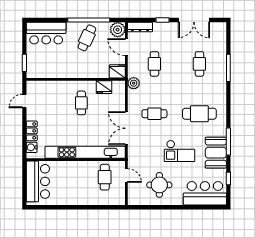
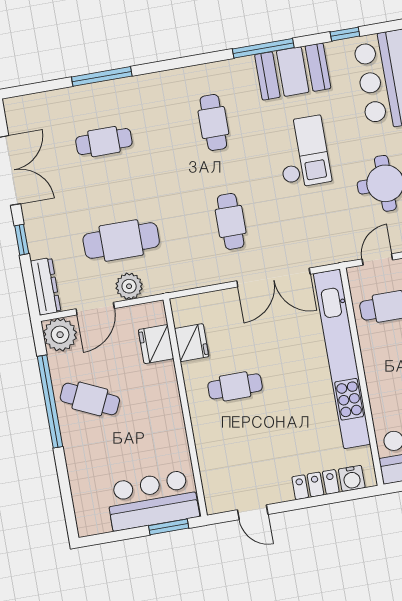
bar counter: (46, 33) -> (152, 500), moved, turned -90
cafe table: (154, 64) -> (121, 241), width x1.37, depth x1.35
fridge: (117, 71) -> (156, 344), moved
plant: (134, 83) -> (129, 286), moved
cafe table: (199, 114) -> (213, 122), width x0.73, depth x0.74

